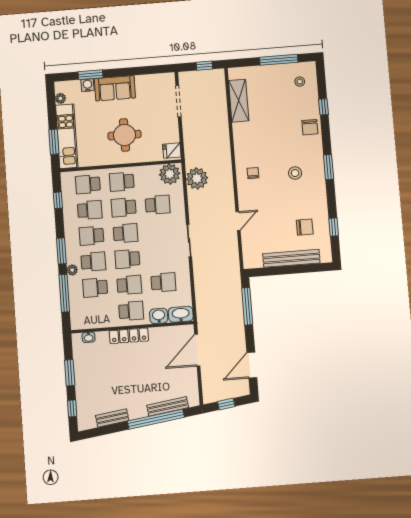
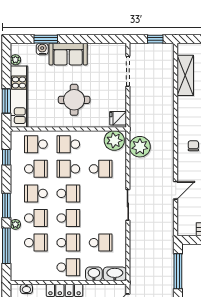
school desk: (127, 259) -> (68, 218), turned 180
school desk: (95, 288) -> (36, 243), turned 180

